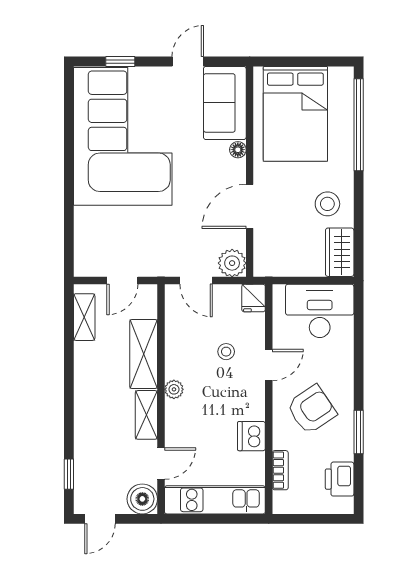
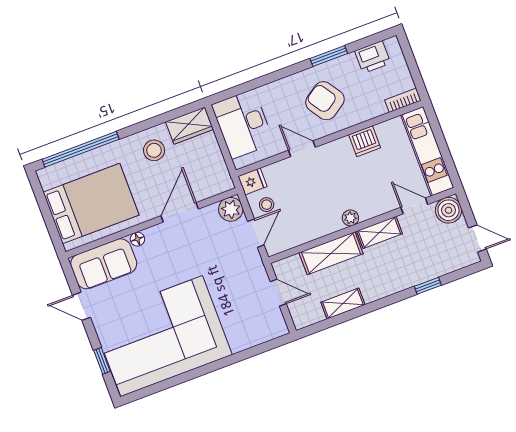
door: (250, 206) -> (180, 212), swing flipped
shelving: (84, 317) -> (343, 303), moved
stool: (226, 352) -> (267, 205), moved
bookcase: (280, 470) -> (403, 100), moved
window: (69, 474) -> (428, 286), moved

